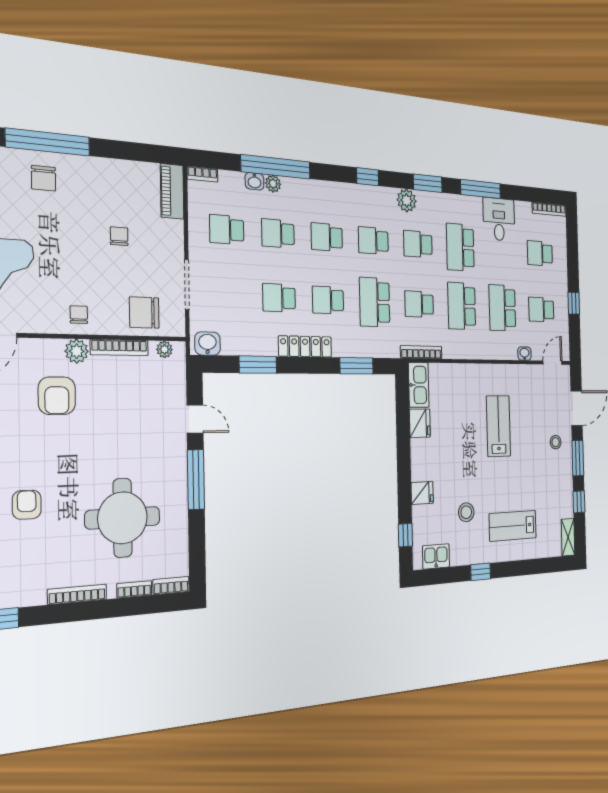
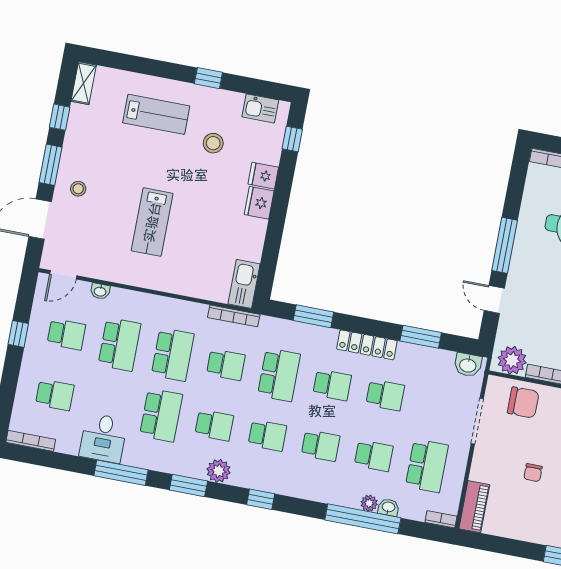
school desk: (227, 230) -> (427, 466), width x1.85
plant: (164, 349) -> (512, 360), width x1.88, depth x1.88
fridge: (420, 423) -> (259, 203), moved

